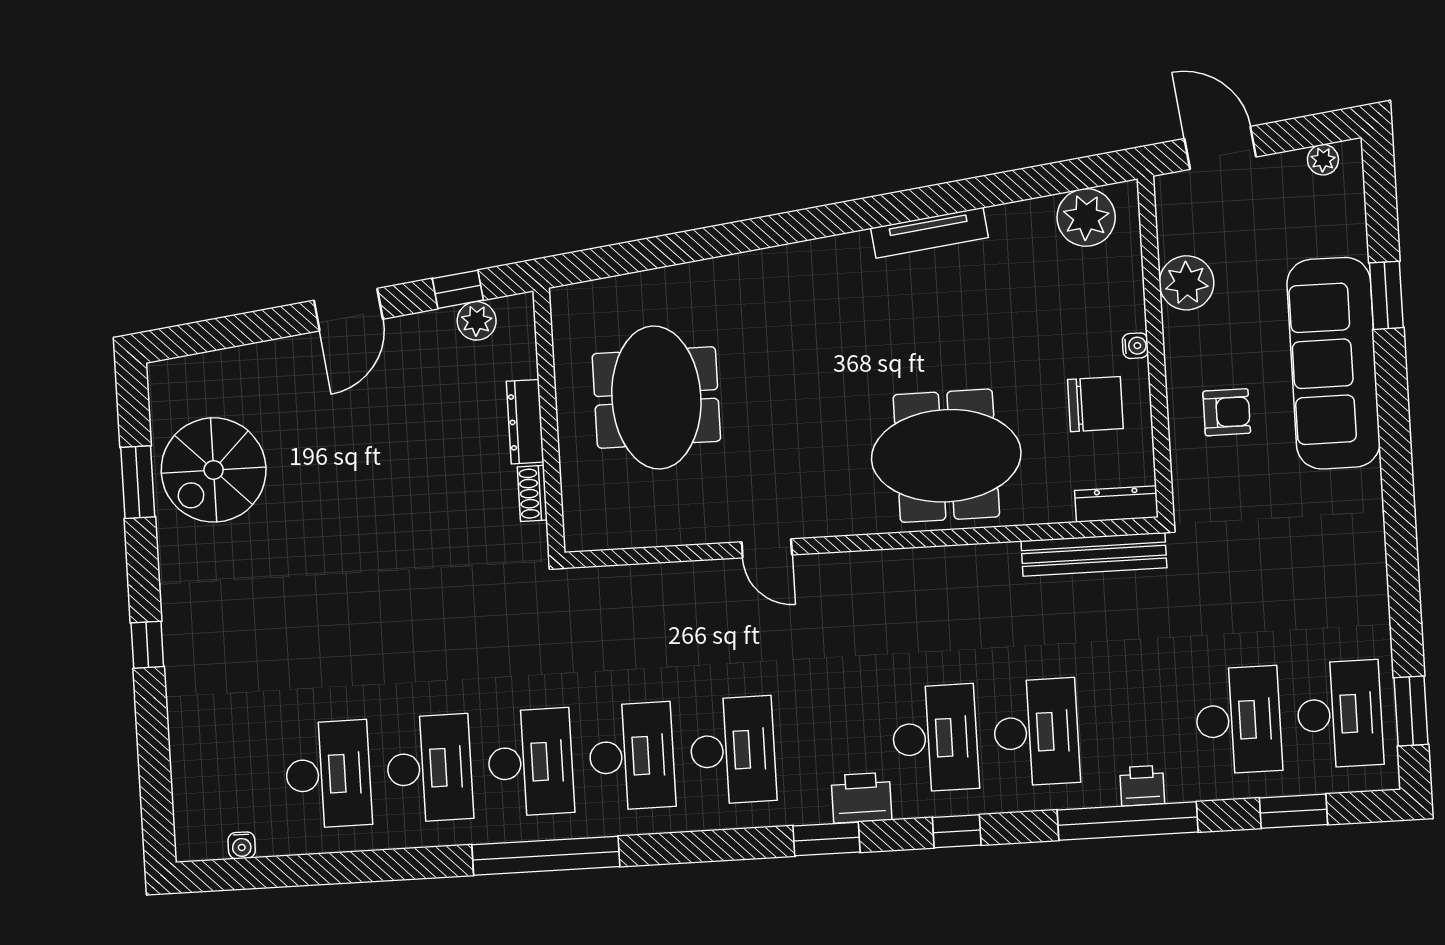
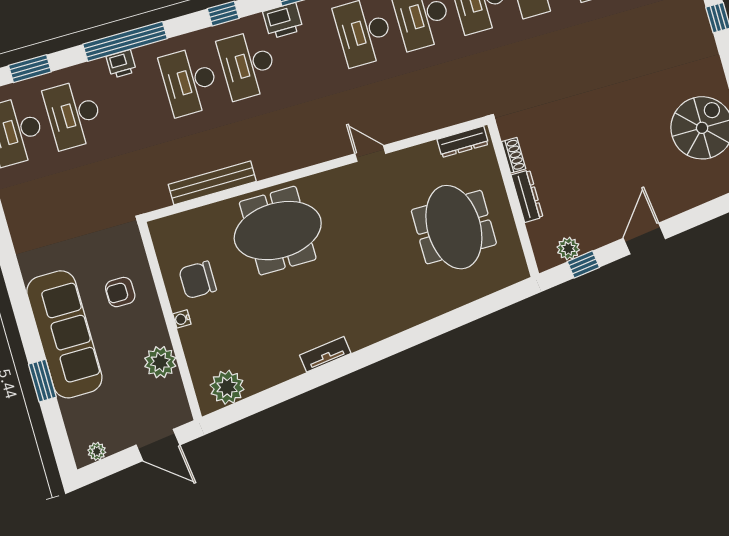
tv unit: (930, 233) -> (325, 354), width x0.71
dresser: (1116, 504) -> (463, 142), moved
bench: (1094, 554) -> (212, 183), moved

